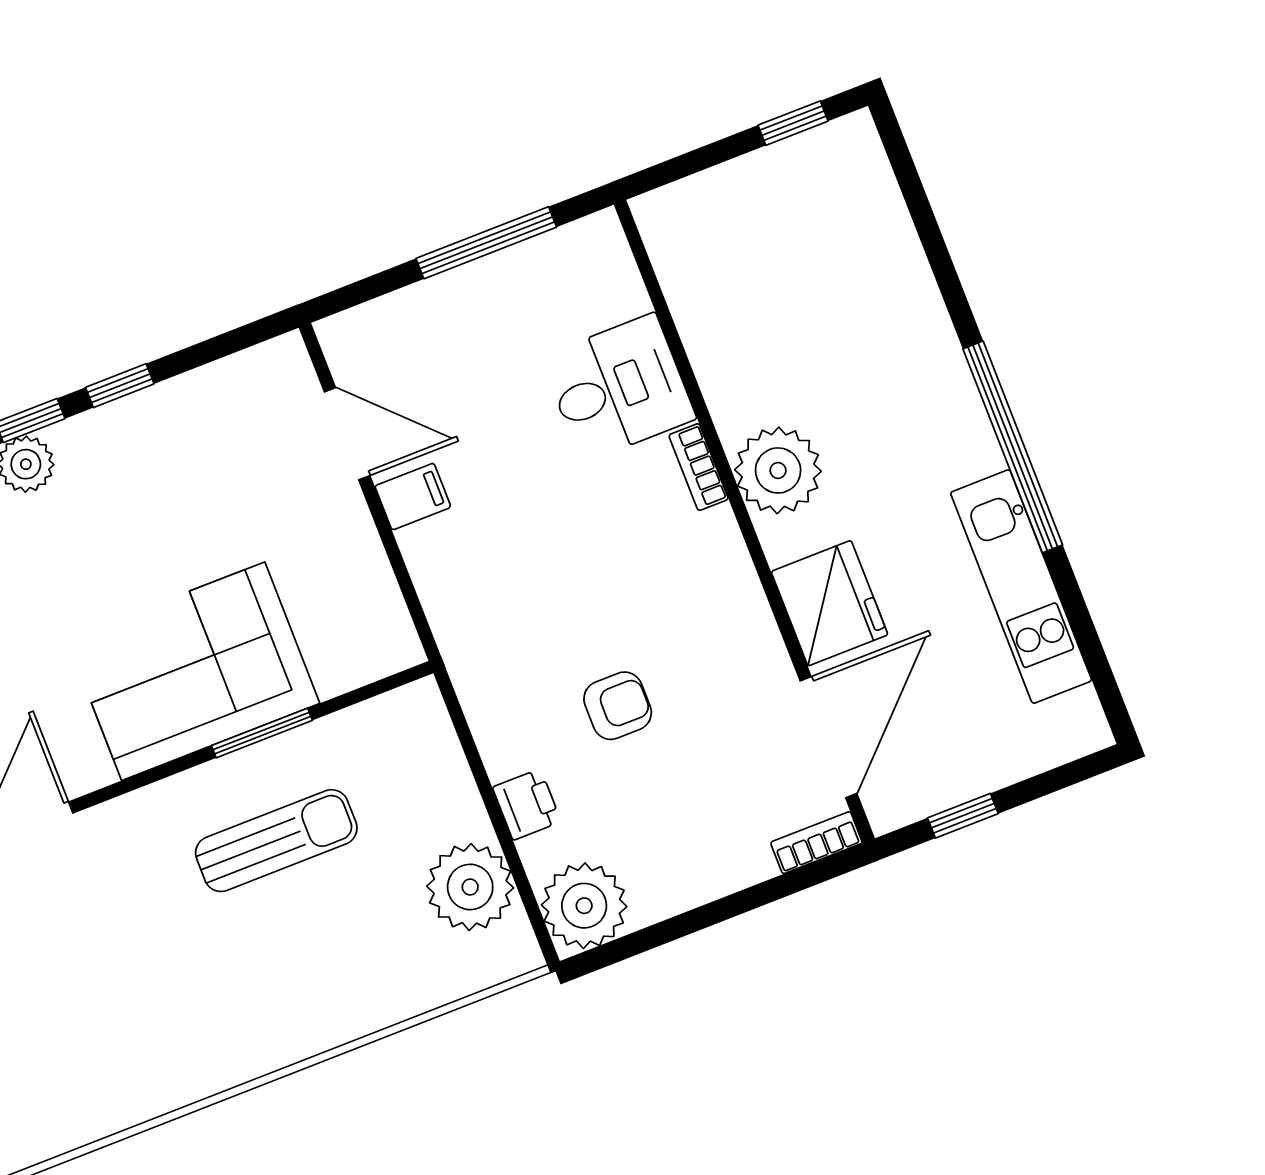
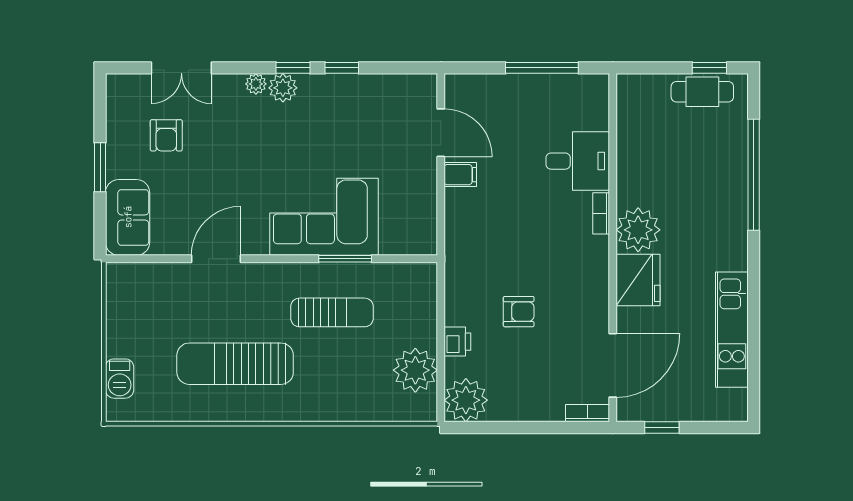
cafe table: (797, 172) -> (702, 92), added
window: (1013, 447) -> (754, 175), moved
fridge: (829, 603) -> (638, 280), moved
sun lounger: (135, 1004) -> (235, 364), added

